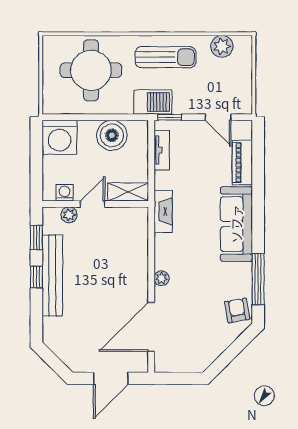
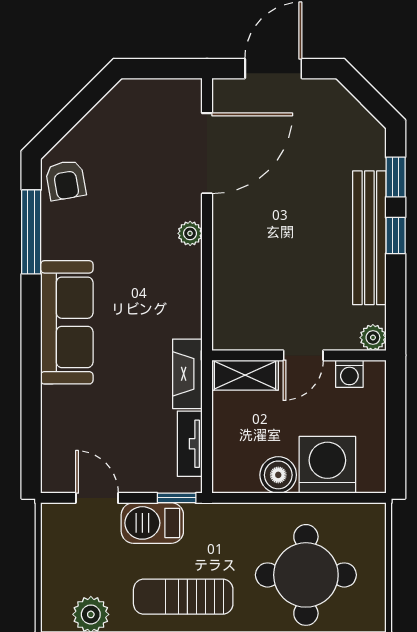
barbecue: (153, 102) -> (152, 523), moved
boiler: (112, 135) -> (278, 475), width x0.73, depth x0.73
washing machine: (59, 137) -> (327, 465), moved
piano: (242, 163) -> (57, 423), removed
fireplace: (163, 212) -> (187, 374), moved
plant: (69, 215) -> (373, 338), moved
window: (36, 238) -> (396, 177), moved

